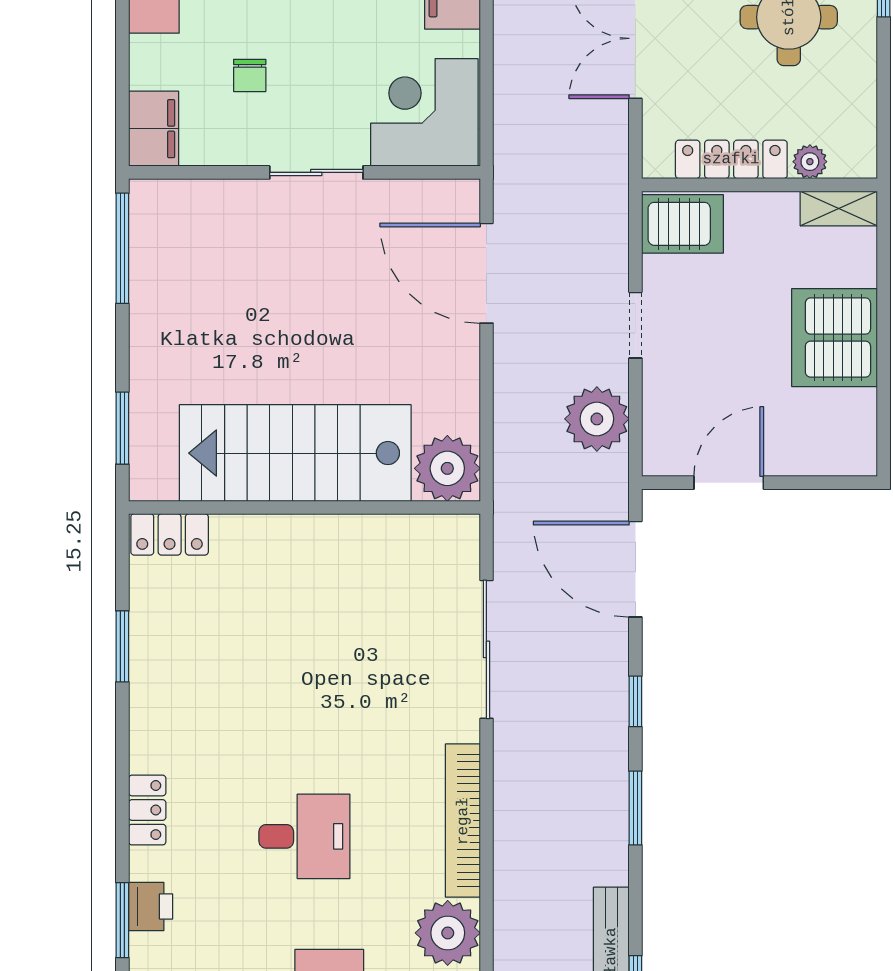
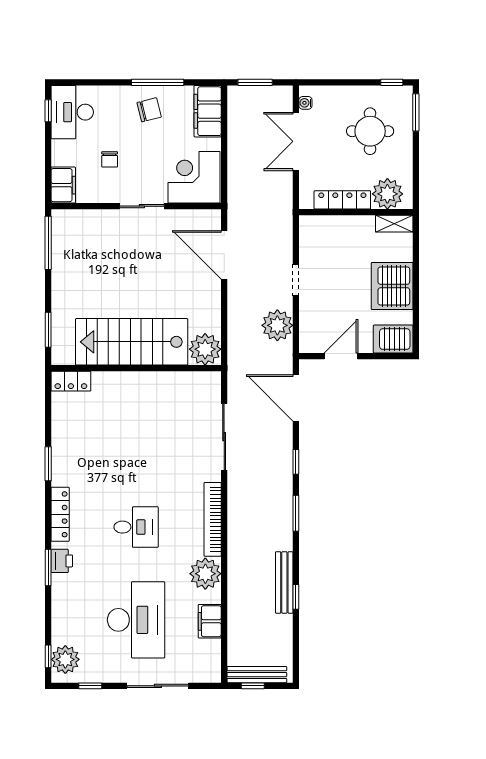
plant: (810, 162) -> (387, 194), width x1.87, depth x1.87
server rack: (683, 224) -> (393, 339), moved, turned 180
window: (122, 646) -> (48, 464), moved
locker: (147, 810) -> (60, 514), width x1.53

